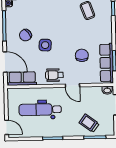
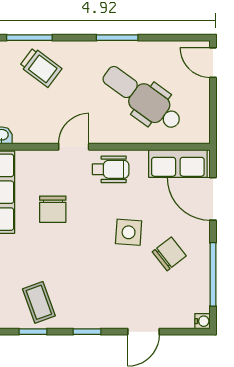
door: (72, 86) -> (74, 147), hinge flipped
dental chair: (40, 110) -> (142, 98), turned -144

